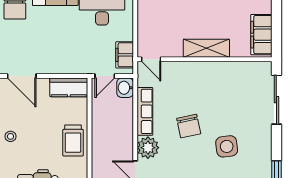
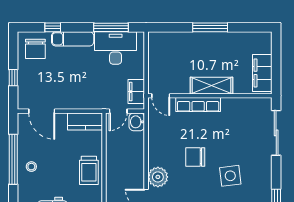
row of seats: (145, 111) -> (198, 105), moved, turned 90
chair: (189, 126) -> (195, 157), turned 102

